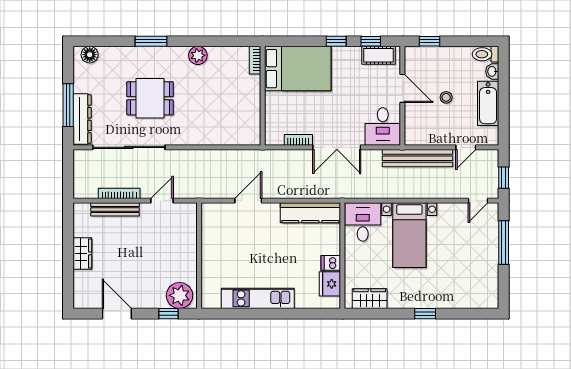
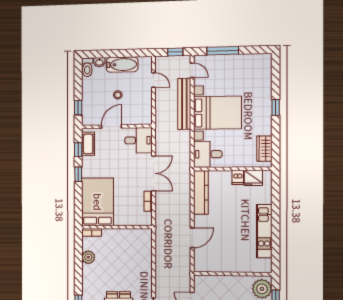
plant: (198, 55) -> (88, 257), moved
bench: (417, 158) -> (184, 104), moved
door: (248, 201) -> (192, 238), swing flipped
bed with nightstands: (409, 235) -> (217, 113), width x1.36

